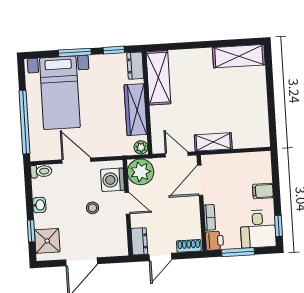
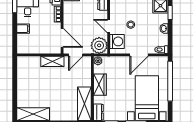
wardrobe: (136, 110) -> (100, 85), width x0.67
door: (177, 155) -> (76, 55), hinge flipped
door: (76, 161) -> (139, 55), hinge flipped
door: (200, 180) -> (62, 38), hinge flipped

